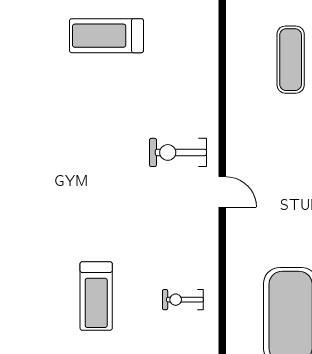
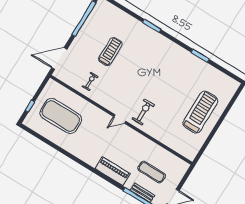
treadmill: (107, 36) -> (200, 112), width x1.37, depth x1.38
treadmill: (96, 296) -> (110, 52), turned 90

